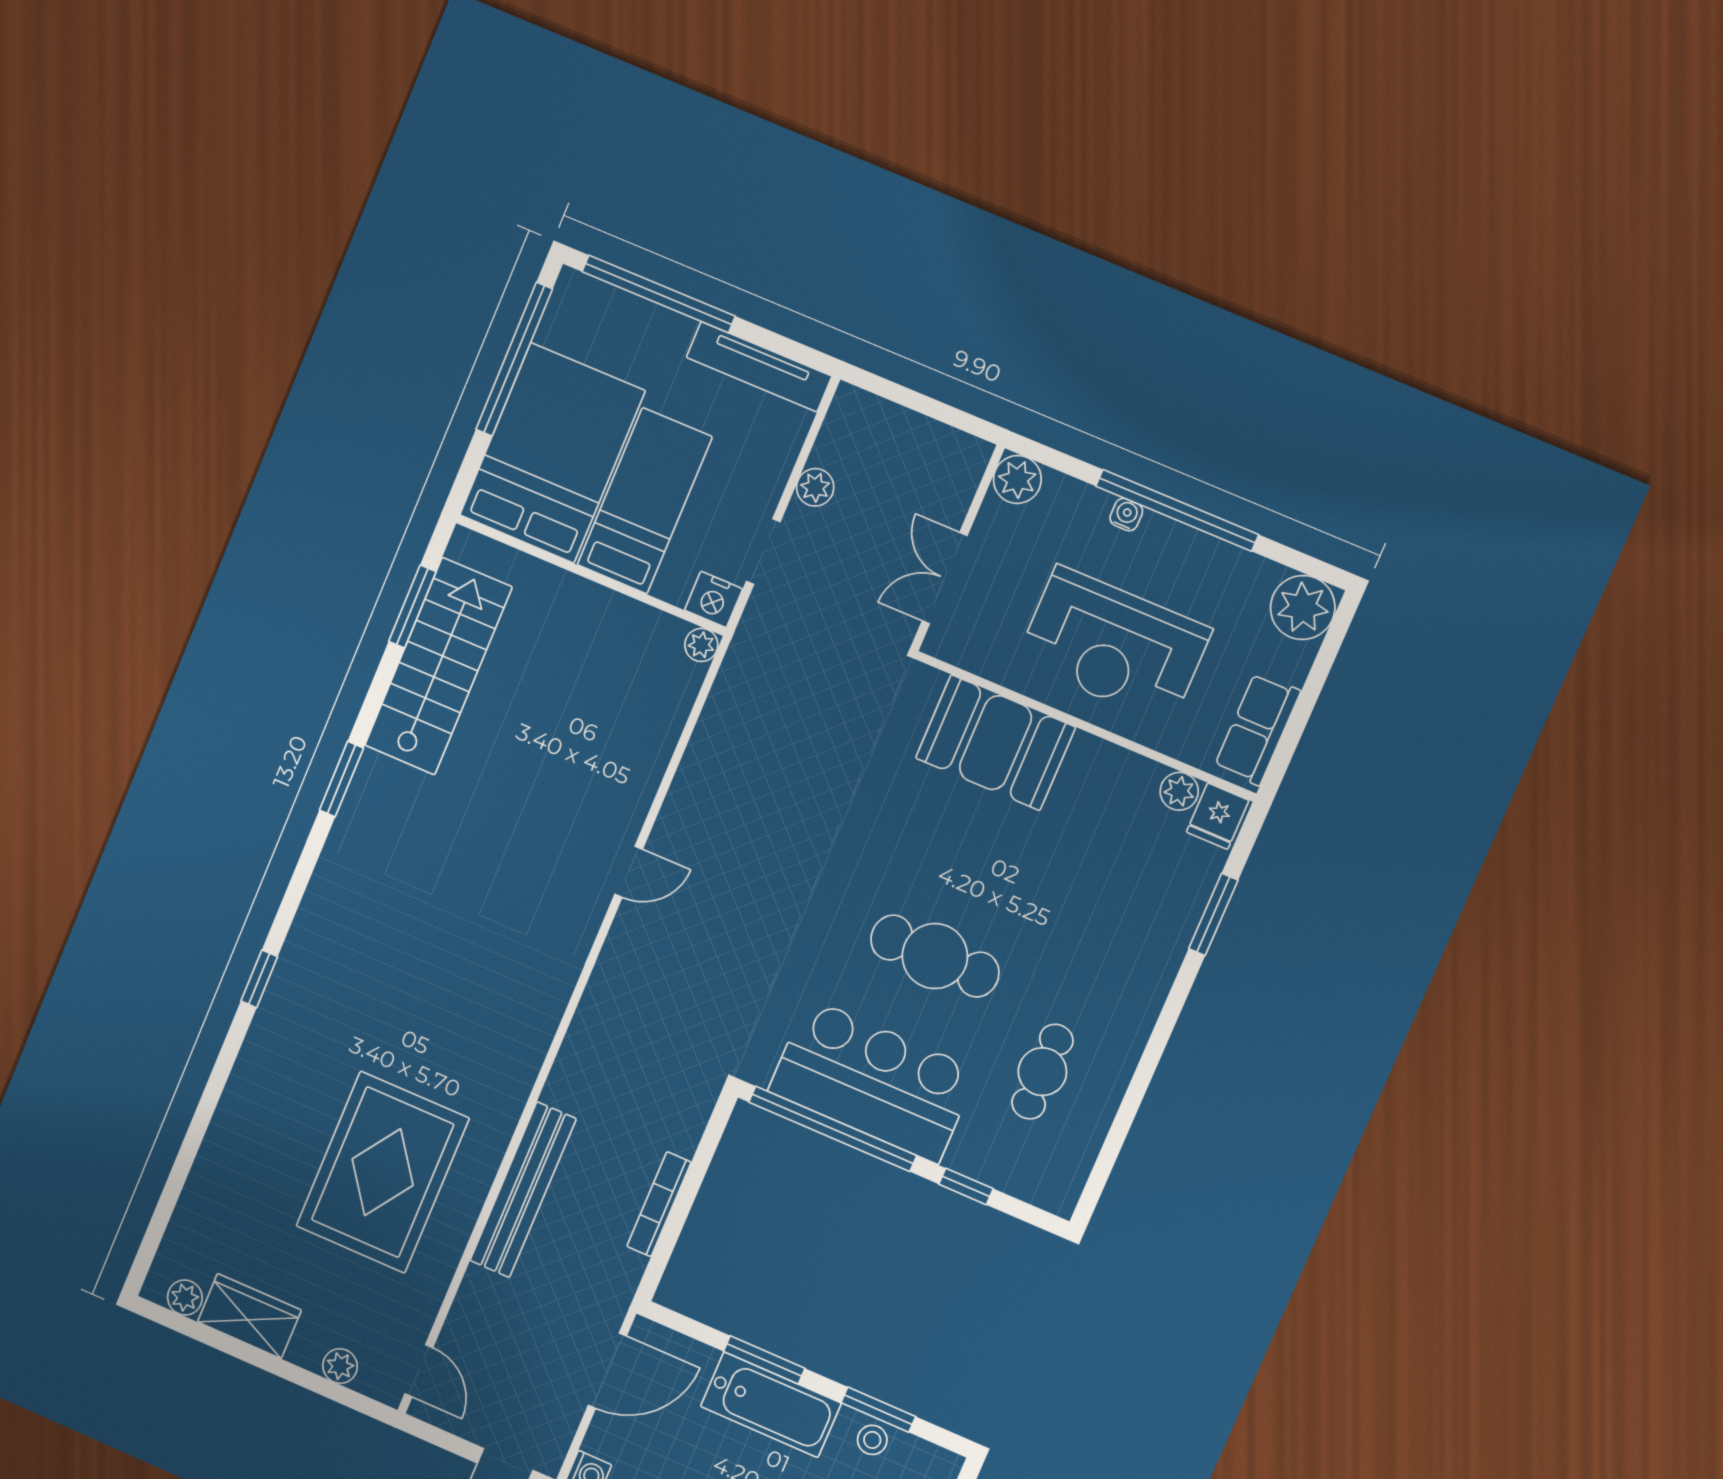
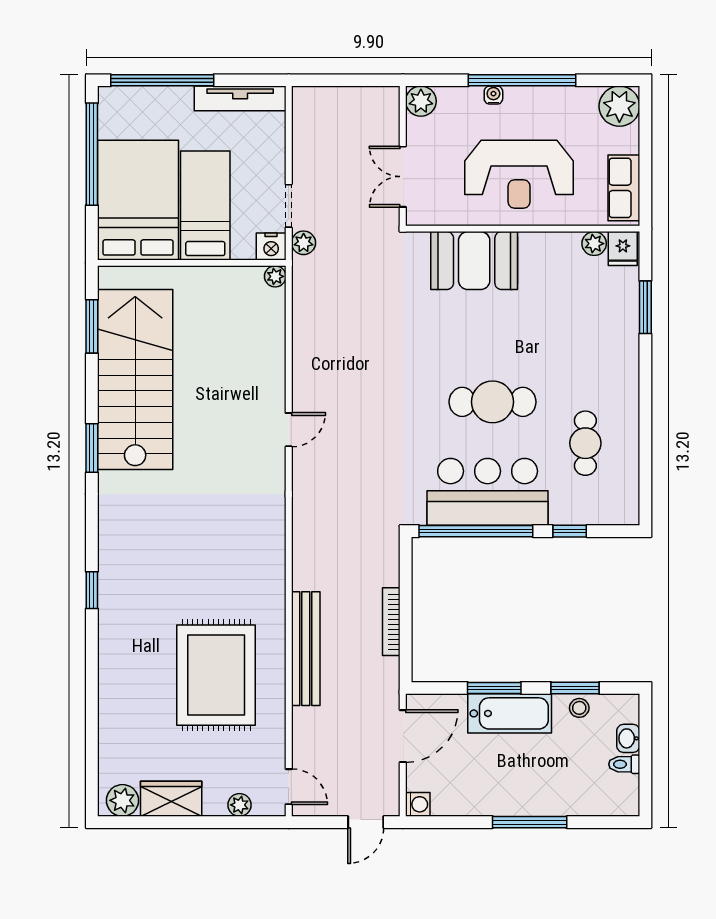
plant: (815, 487) -> (304, 243), moved
stairs: (438, 666) -> (135, 380), width x1.36, depth x1.51
plant: (185, 1298) -> (122, 800), width x1.38, depth x1.38

